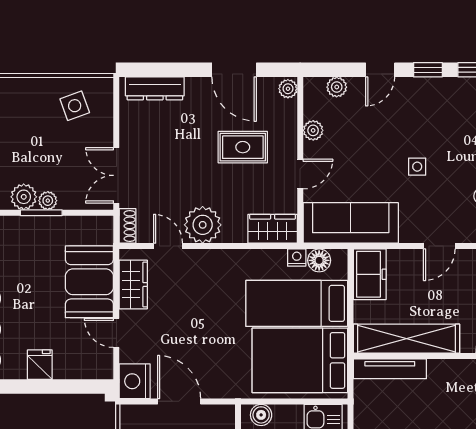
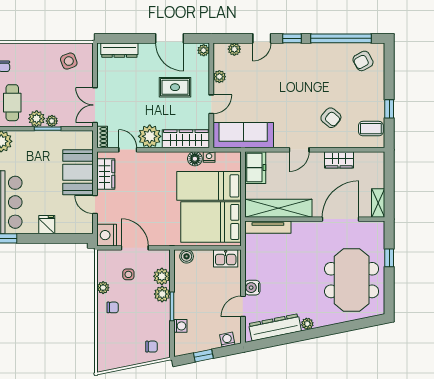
side table: (417, 167) -> (285, 100), removed
wardrobe: (273, 229) -> (186, 139), width x1.50
floor lamp: (319, 260) -> (195, 159), moved

